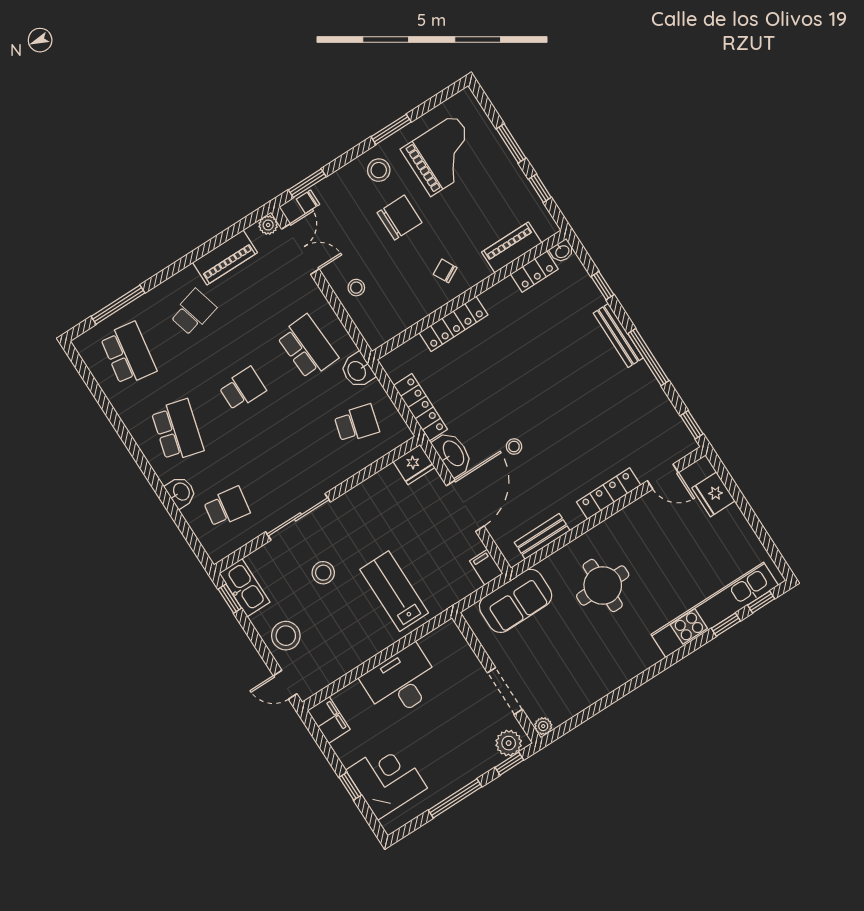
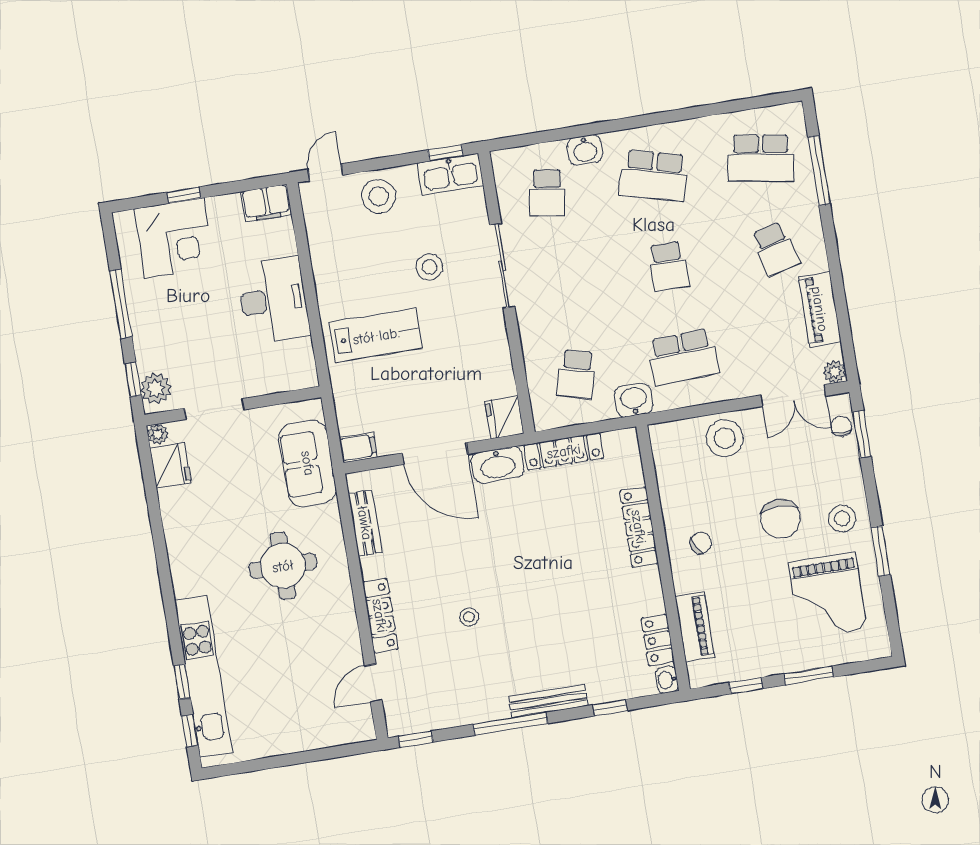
stool: (356, 288) -> (725, 438), width x1.89, depth x1.89
stool: (514, 447) -> (469, 617), moved
fridge: (713, 494) -> (170, 466), moved, turned 90

